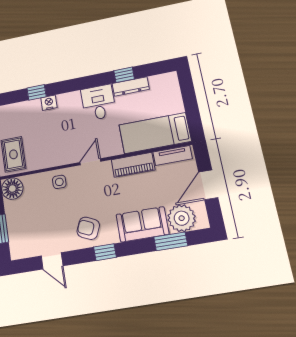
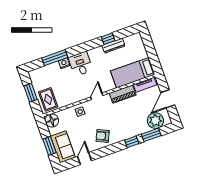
window: (37, 92) -> (55, 58), width x2.17
desk: (98, 103) -> (81, 64), moved
sofa: (142, 224) -> (63, 147), moved, turned 90
window: (105, 252) -> (132, 142), moved
door: (52, 261) -> (85, 159), swing flipped

